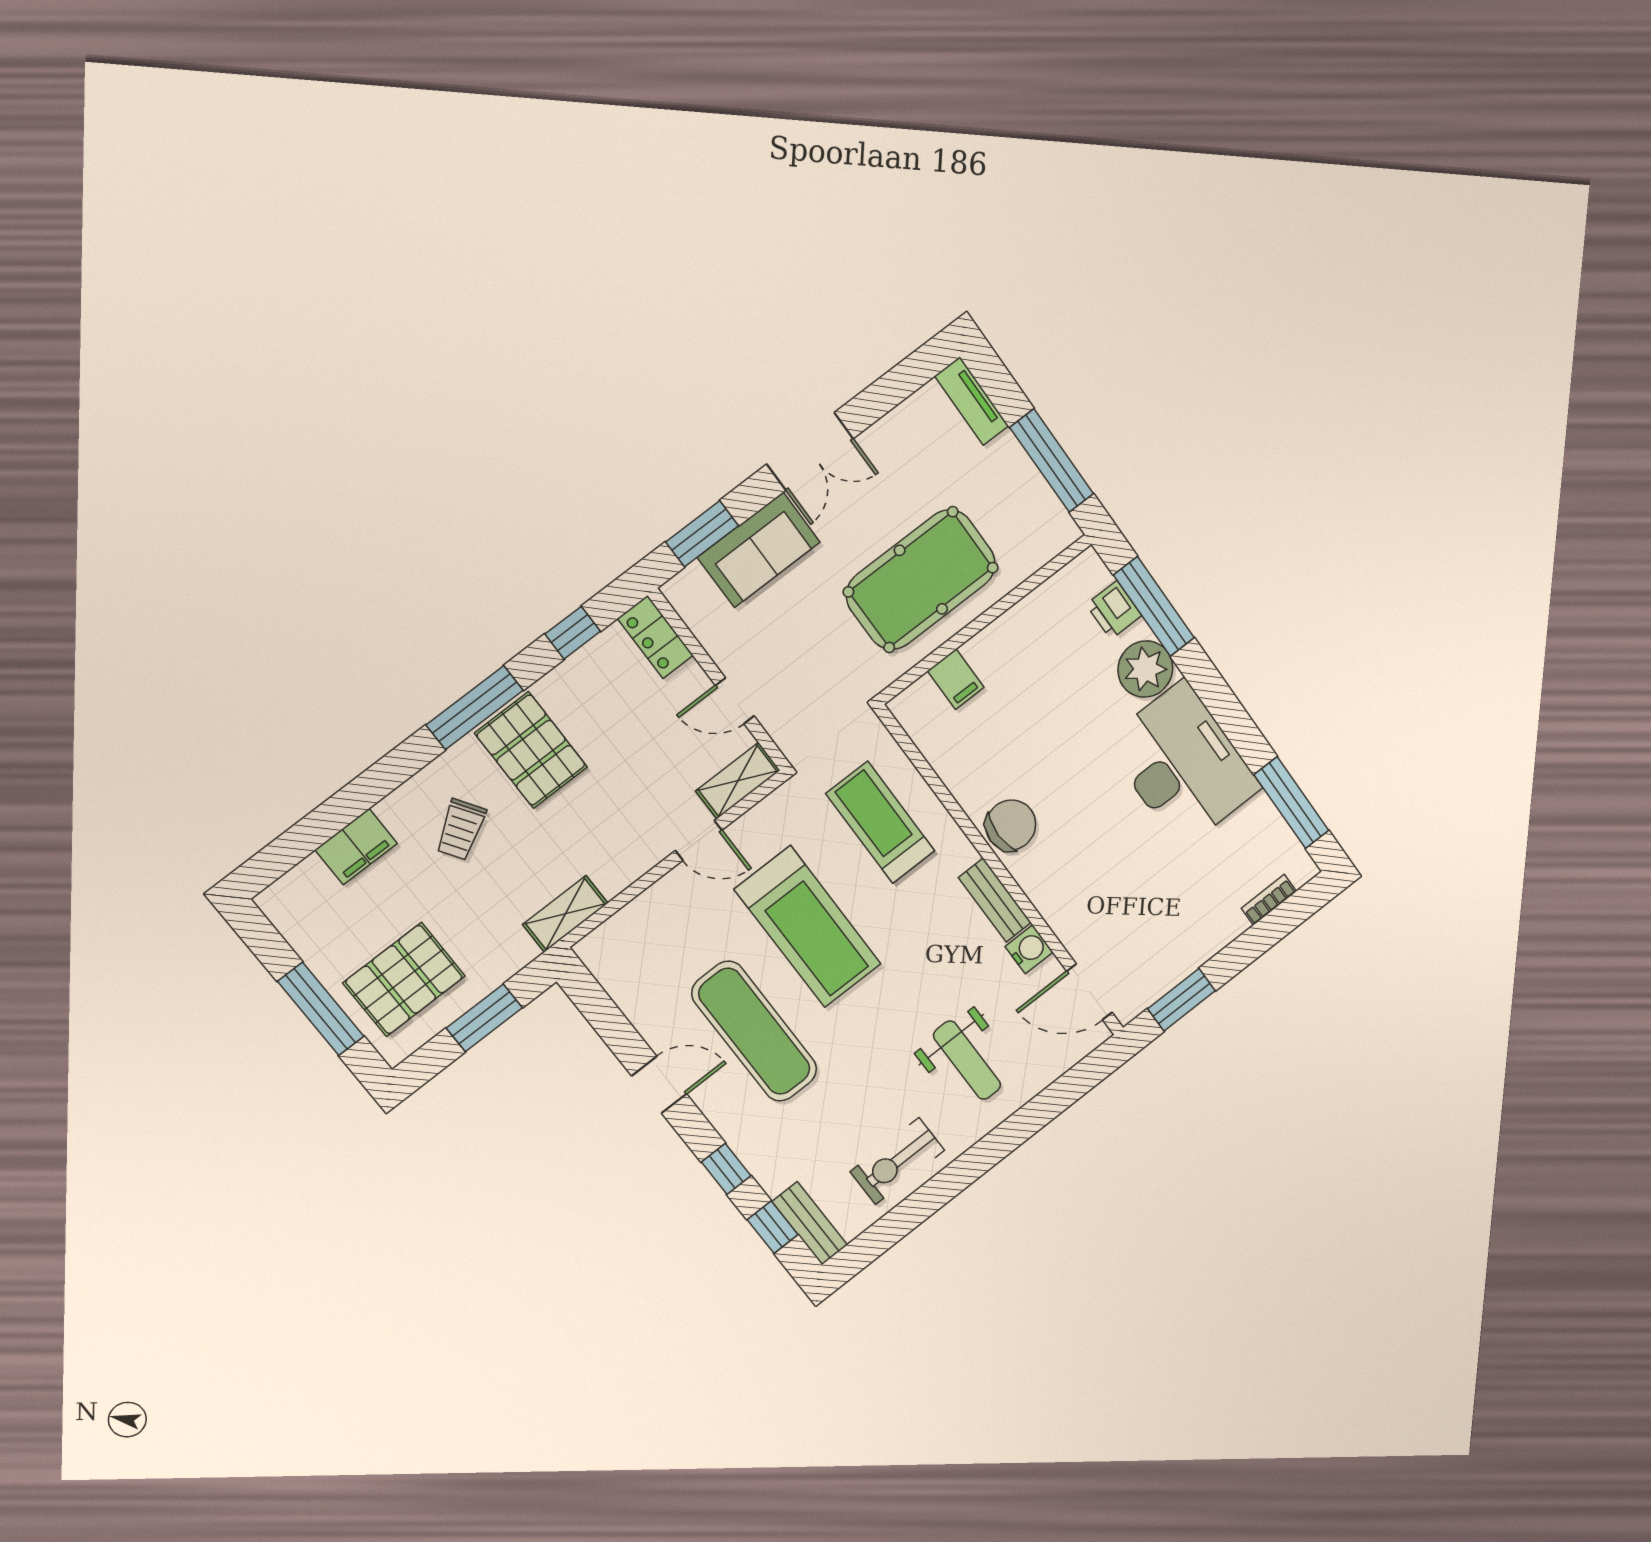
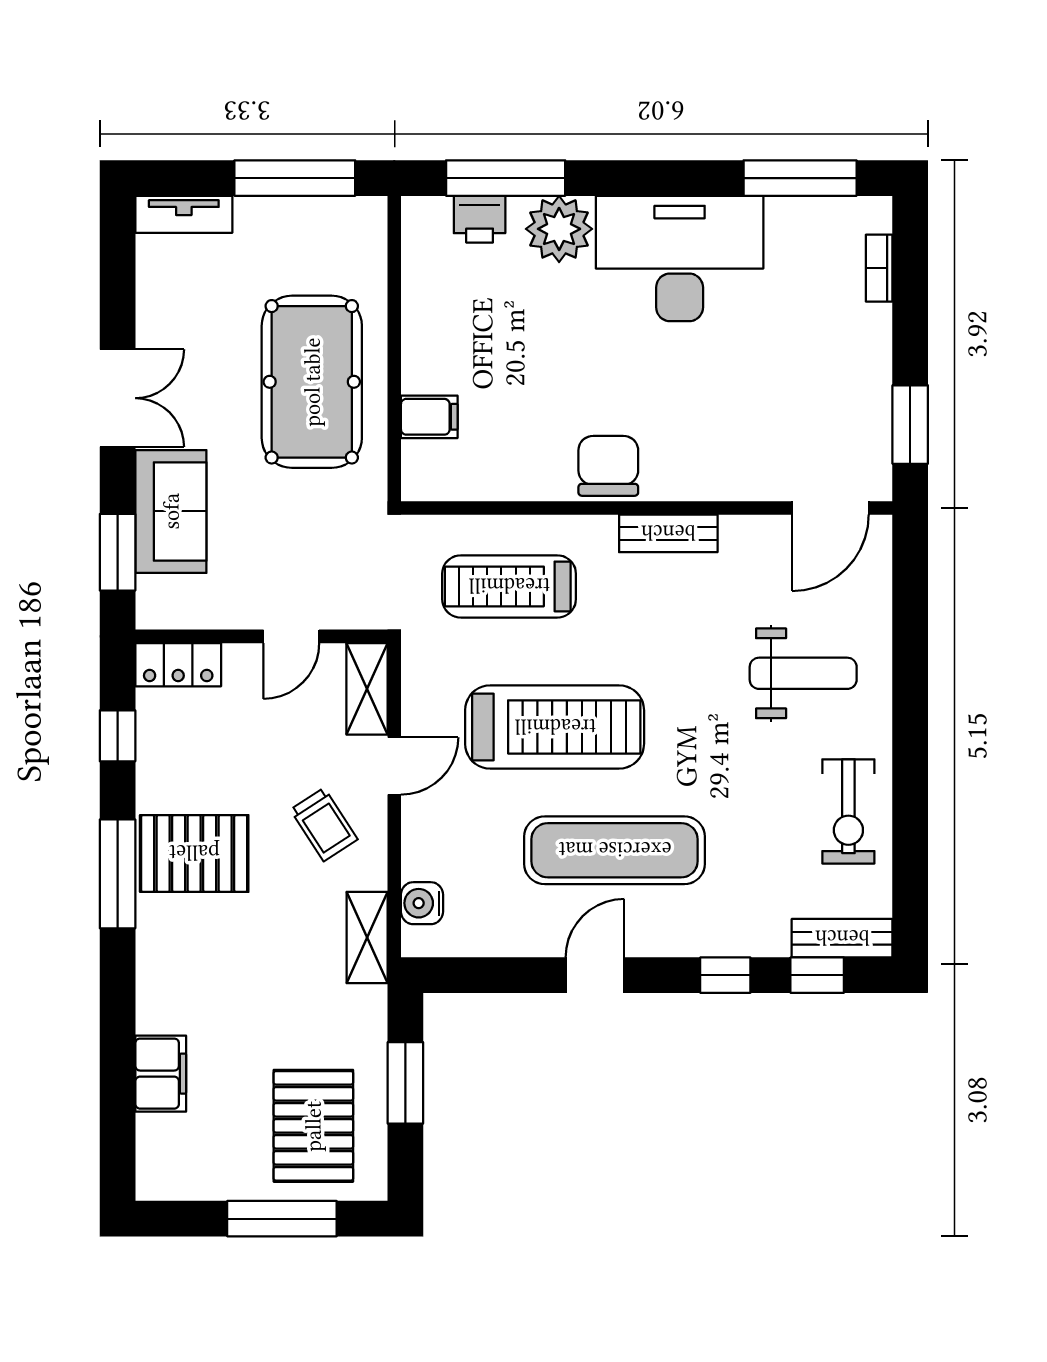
trolley: (461, 829) -> (324, 824), moved
water cooler: (1029, 949) -> (422, 903), moved, turned -90

